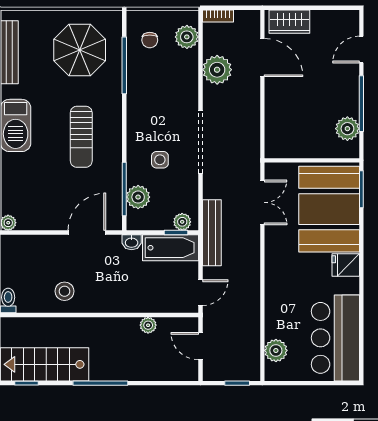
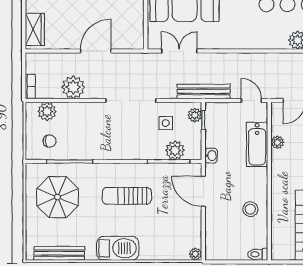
door: (262, 57) -> (96, 51), moved
sun lounger: (81, 137) -> (127, 196), turned 180
side table: (160, 160) -> (166, 123), moved
bathtub: (171, 248) -> (257, 145), moved, turned 180

